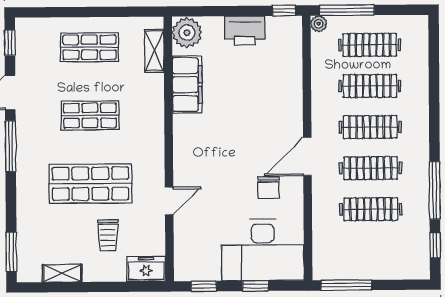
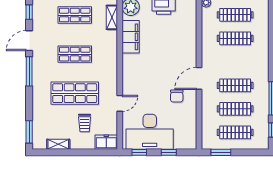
clothes rail: (370, 127) -> (235, 132), moved
desk: (263, 250) -> (150, 132), moved
window: (346, 285) -> (221, 152), width x0.69

